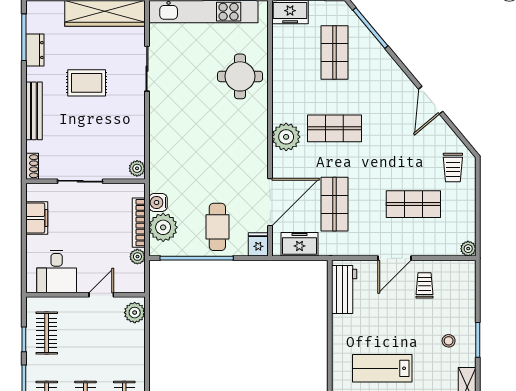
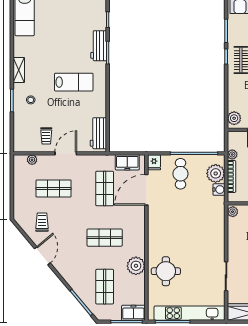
plant: (286, 137) -> (136, 266), moved
trolley: (453, 168) -> (42, 222), moved
plant: (468, 249) -> (32, 160), moved

